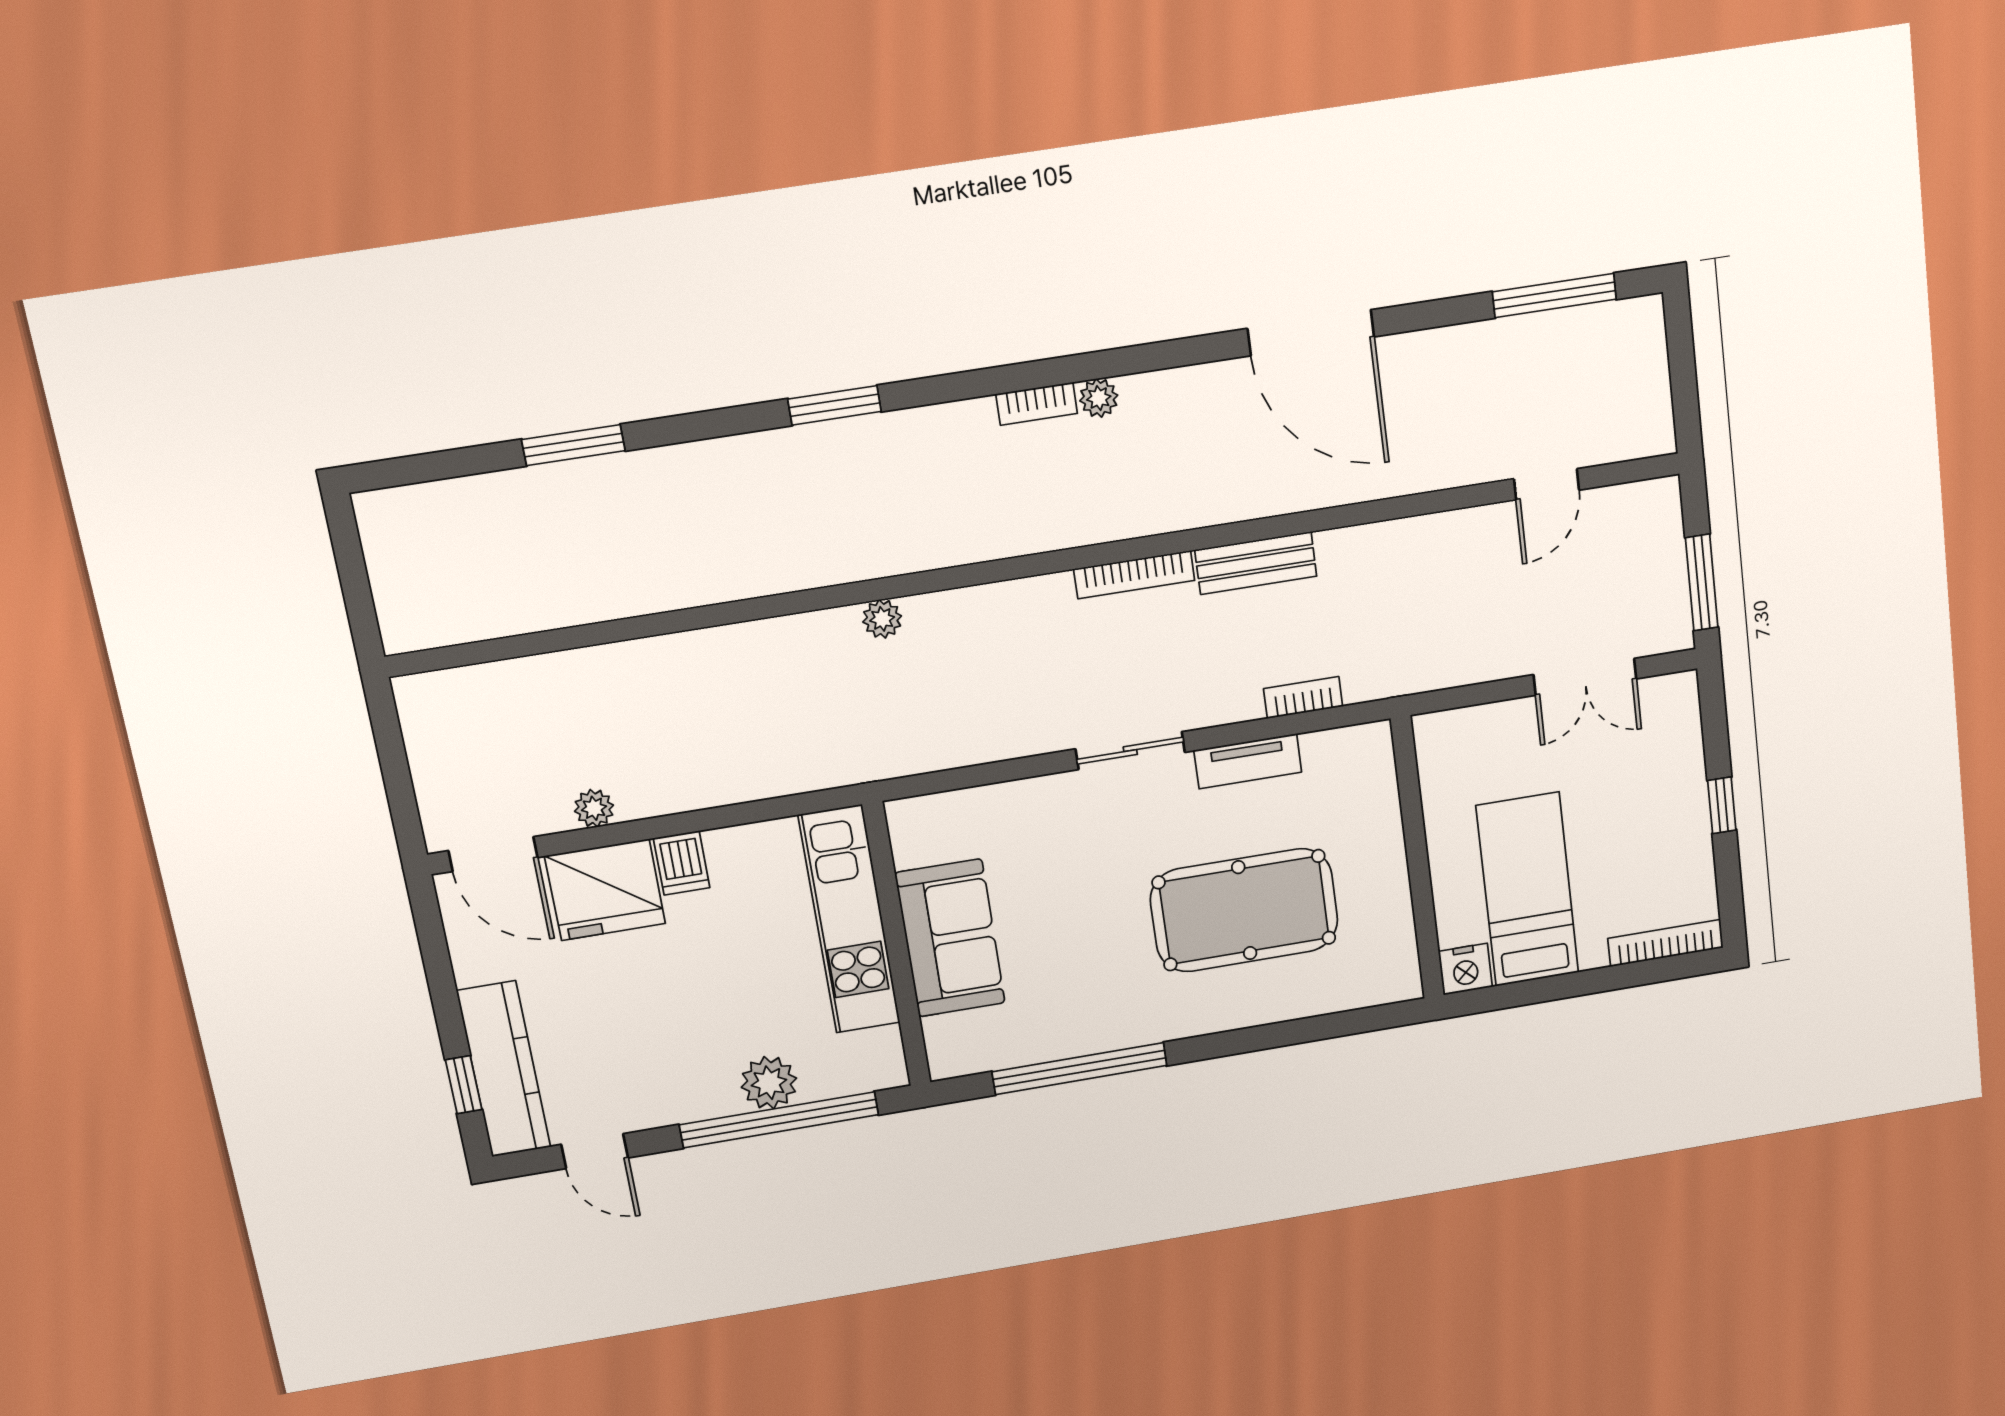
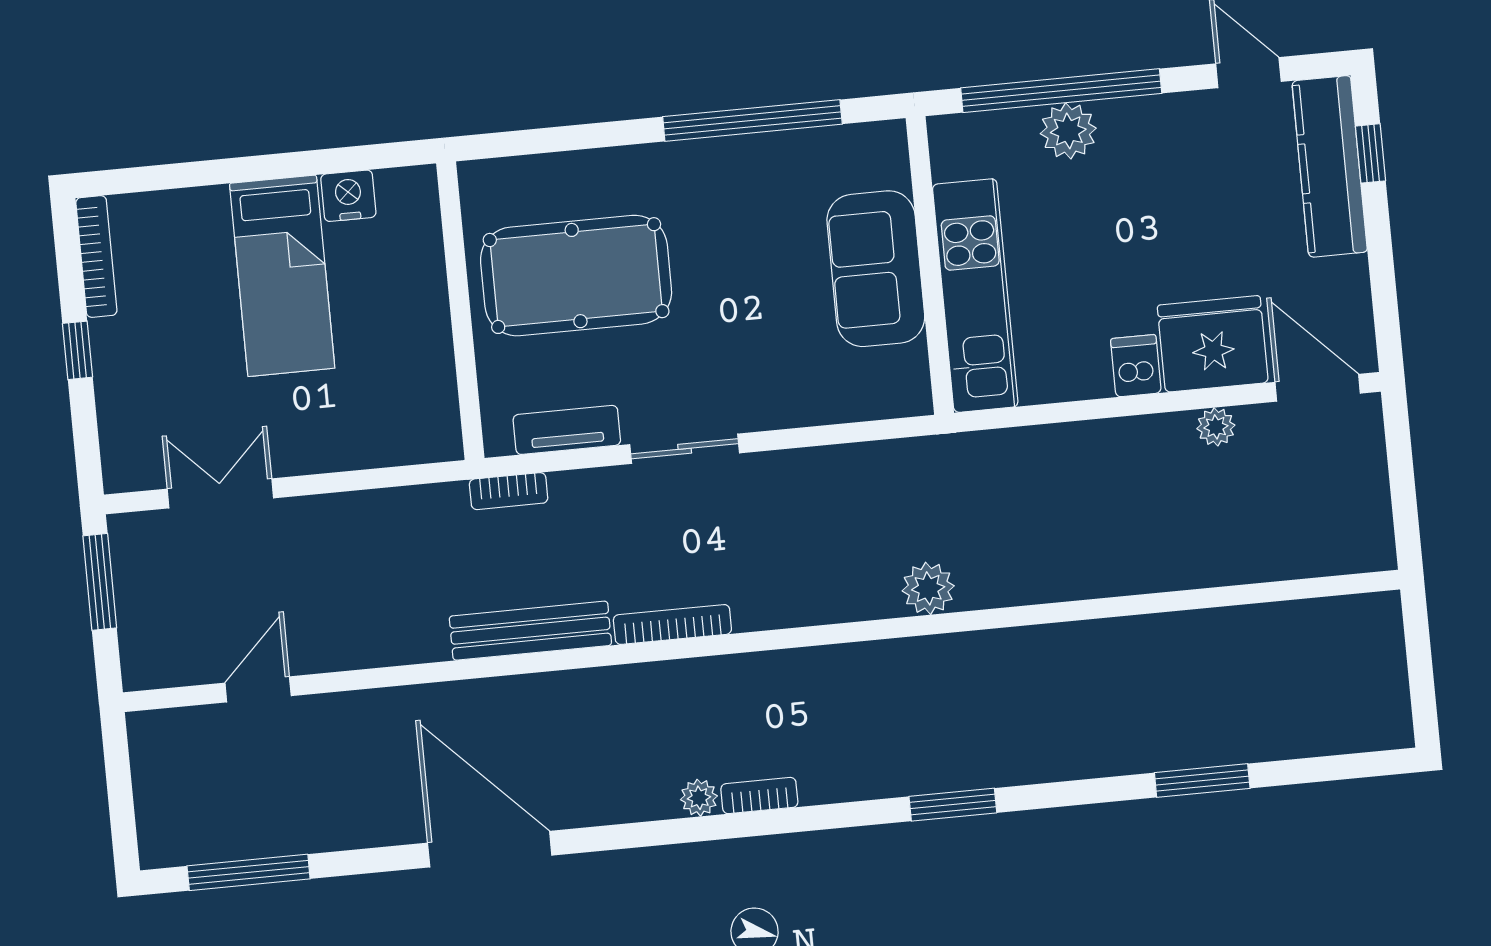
bench: (1256, 563) -> (530, 631), width x1.36
plant: (882, 619) -> (928, 588), width x1.38, depth x1.38
wall: (1417, 859) -> (460, 311), moved
bookcase: (1665, 943) -> (96, 257), moved, turned -90

